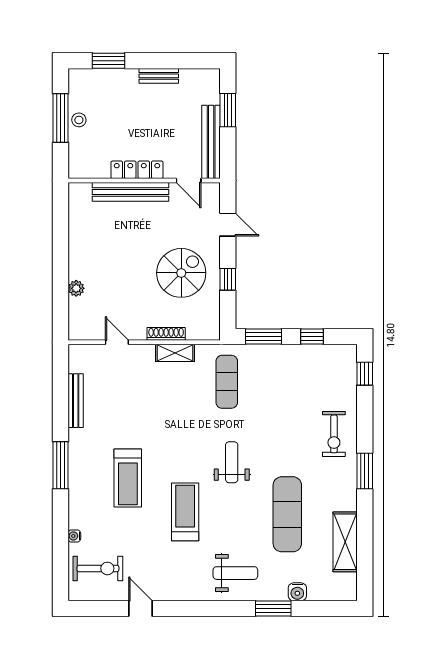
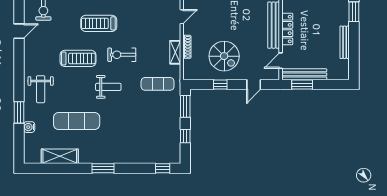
bench: (159, 76) -> (345, 42), width x1.36
window: (228, 110) -> (302, 85), moved
exercise bike: (334, 434) -> (122, 55), moved

